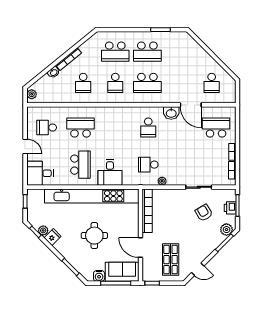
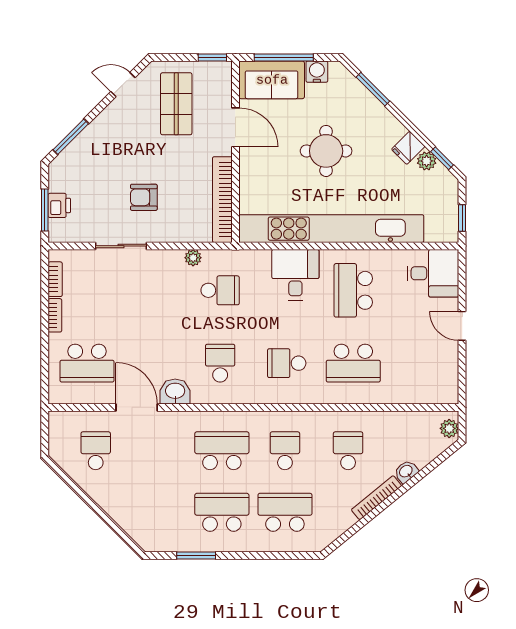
school desk: (47, 128) -> (287, 363), moved, turned 180
armchair: (204, 213) -> (144, 197), moved, turned 121
plant: (226, 230) -> (66, 163), removed

